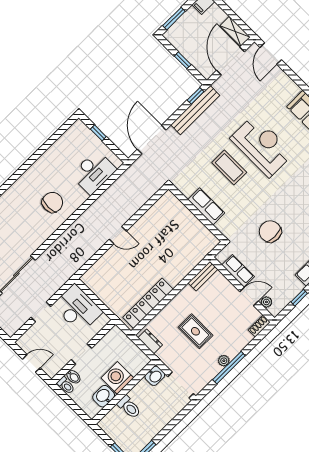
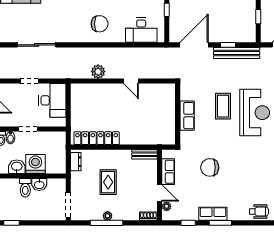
window: (196, 96) -> (228, 45), moved
chair: (270, 232) -> (210, 167), turned -90
door: (118, 235) -> (131, 81), moved
plant: (92, 245) -> (98, 72), added
washbasin: (155, 376) -> (39, 185), moved

